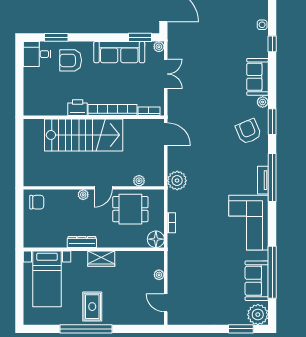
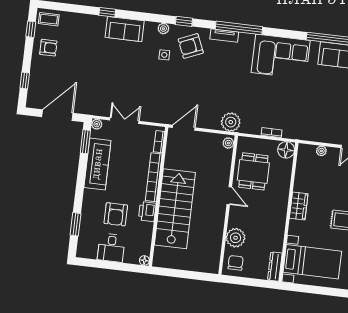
side table: (262, 25) -> (164, 55), moved
desk: (37, 54) -> (111, 248), moved
armchair: (71, 60) -> (116, 214), moved
sofa: (258, 77) -> (125, 29), moved
floor lamp: (28, 111) -> (144, 260), added
window: (272, 122) -> (184, 21), width x0.67
tv unit: (263, 180) -> (224, 36), moved
plant: (139, 181) -> (228, 143), moved
plant: (83, 195) -> (236, 238), moved, width x1.87, depth x1.87
dresser: (82, 242) -> (275, 266), moved

